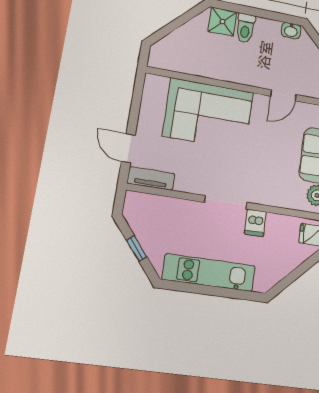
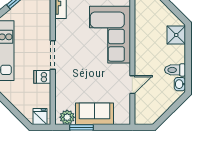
toilet: (245, 28) -> (175, 70), moved
door: (283, 95) -> (132, 85), swing flipped

